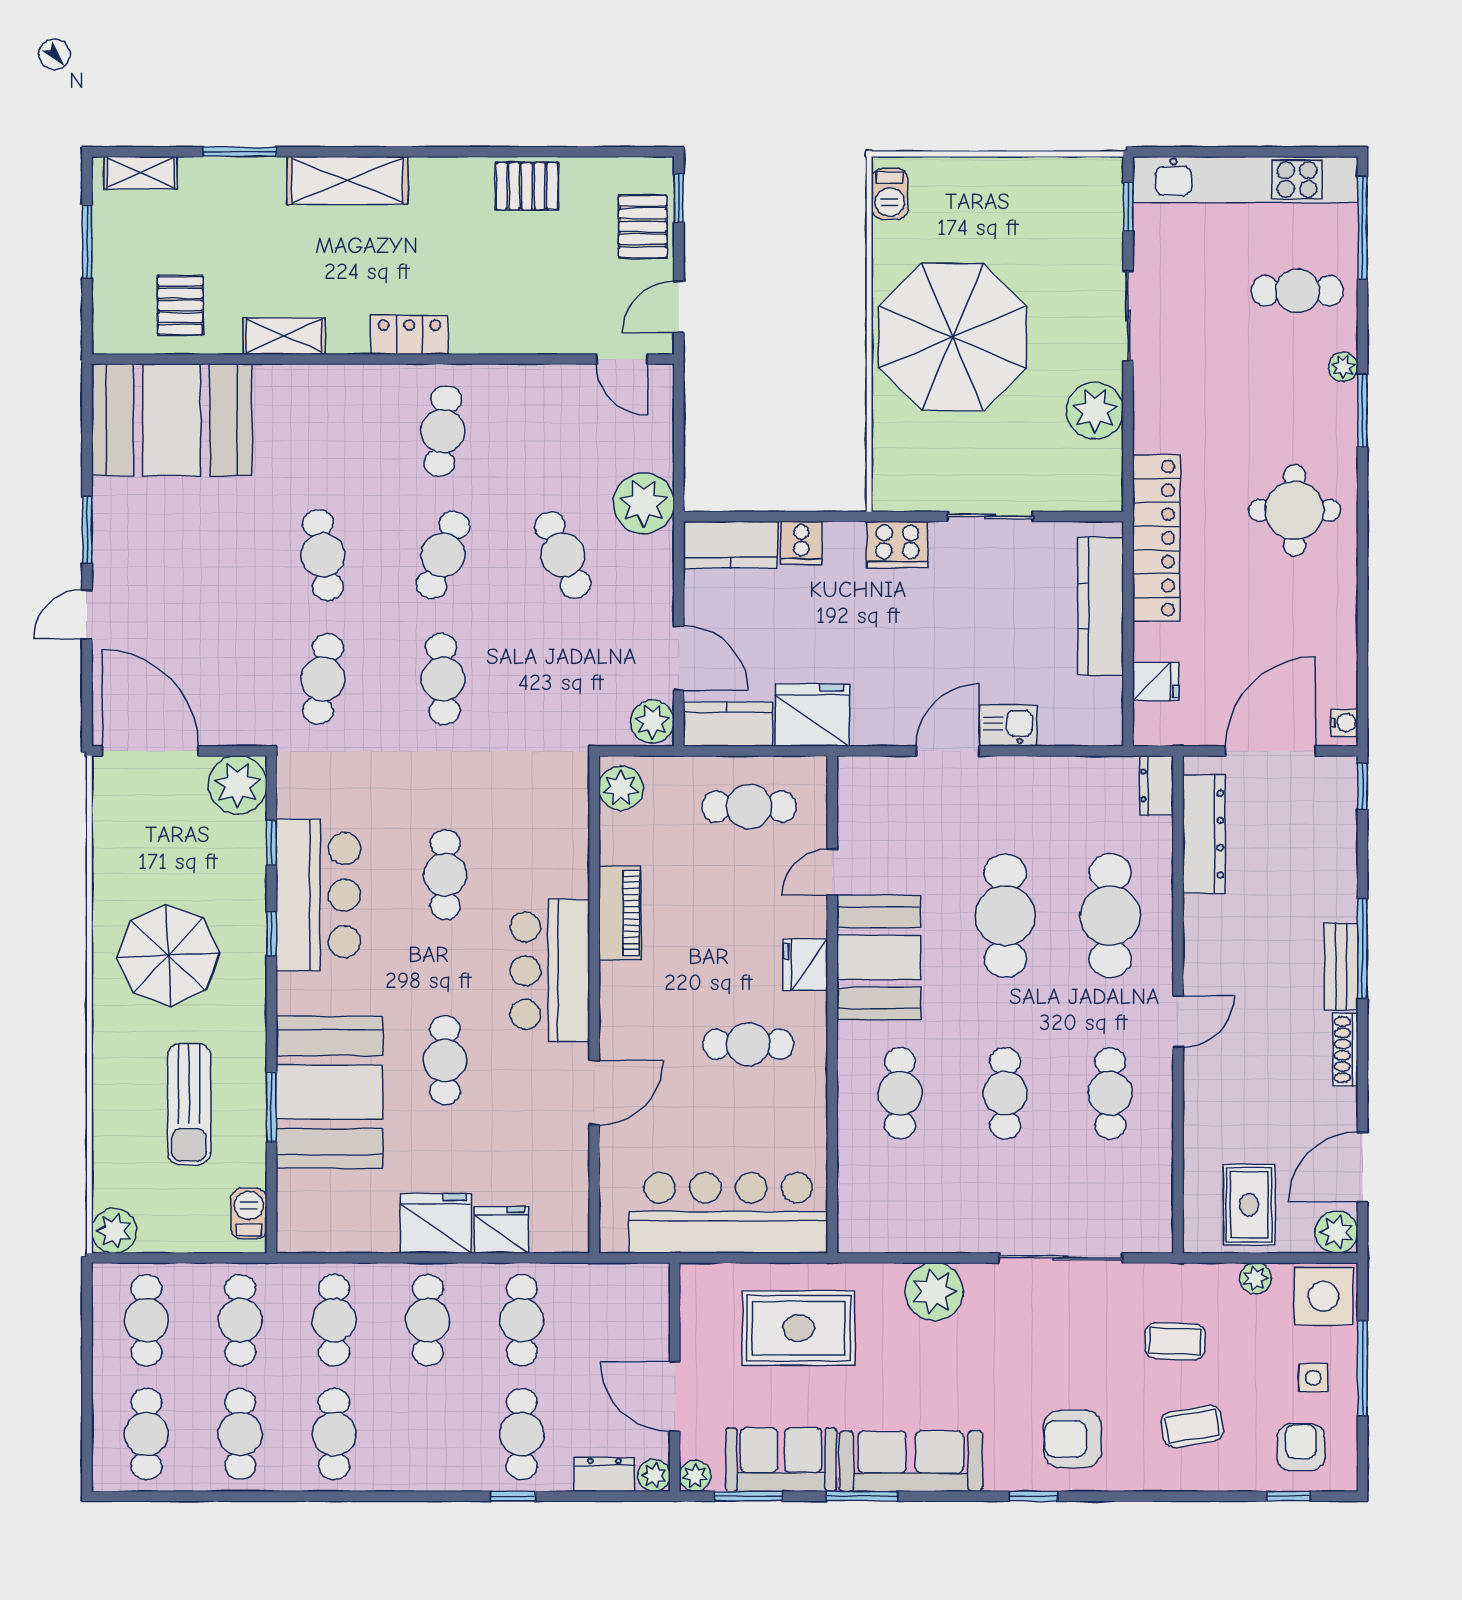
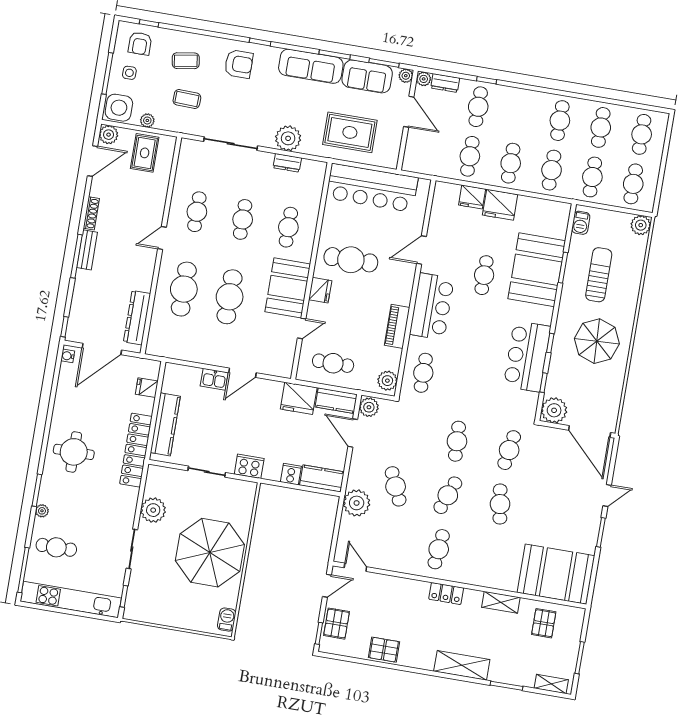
dresser: (1157, 785) -> (287, 163), moved, turned 90
cafe table: (445, 875) -> (423, 373), moved
cafe table: (748, 1044) -> (351, 260), width x1.37, depth x1.35

